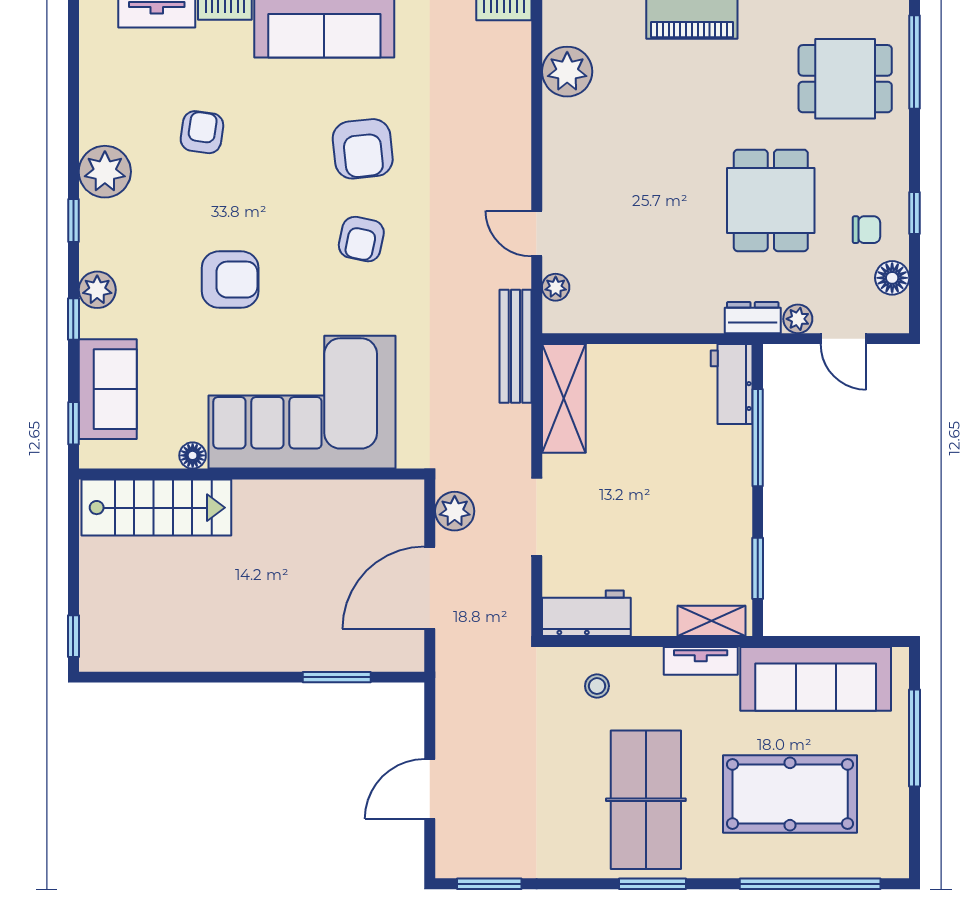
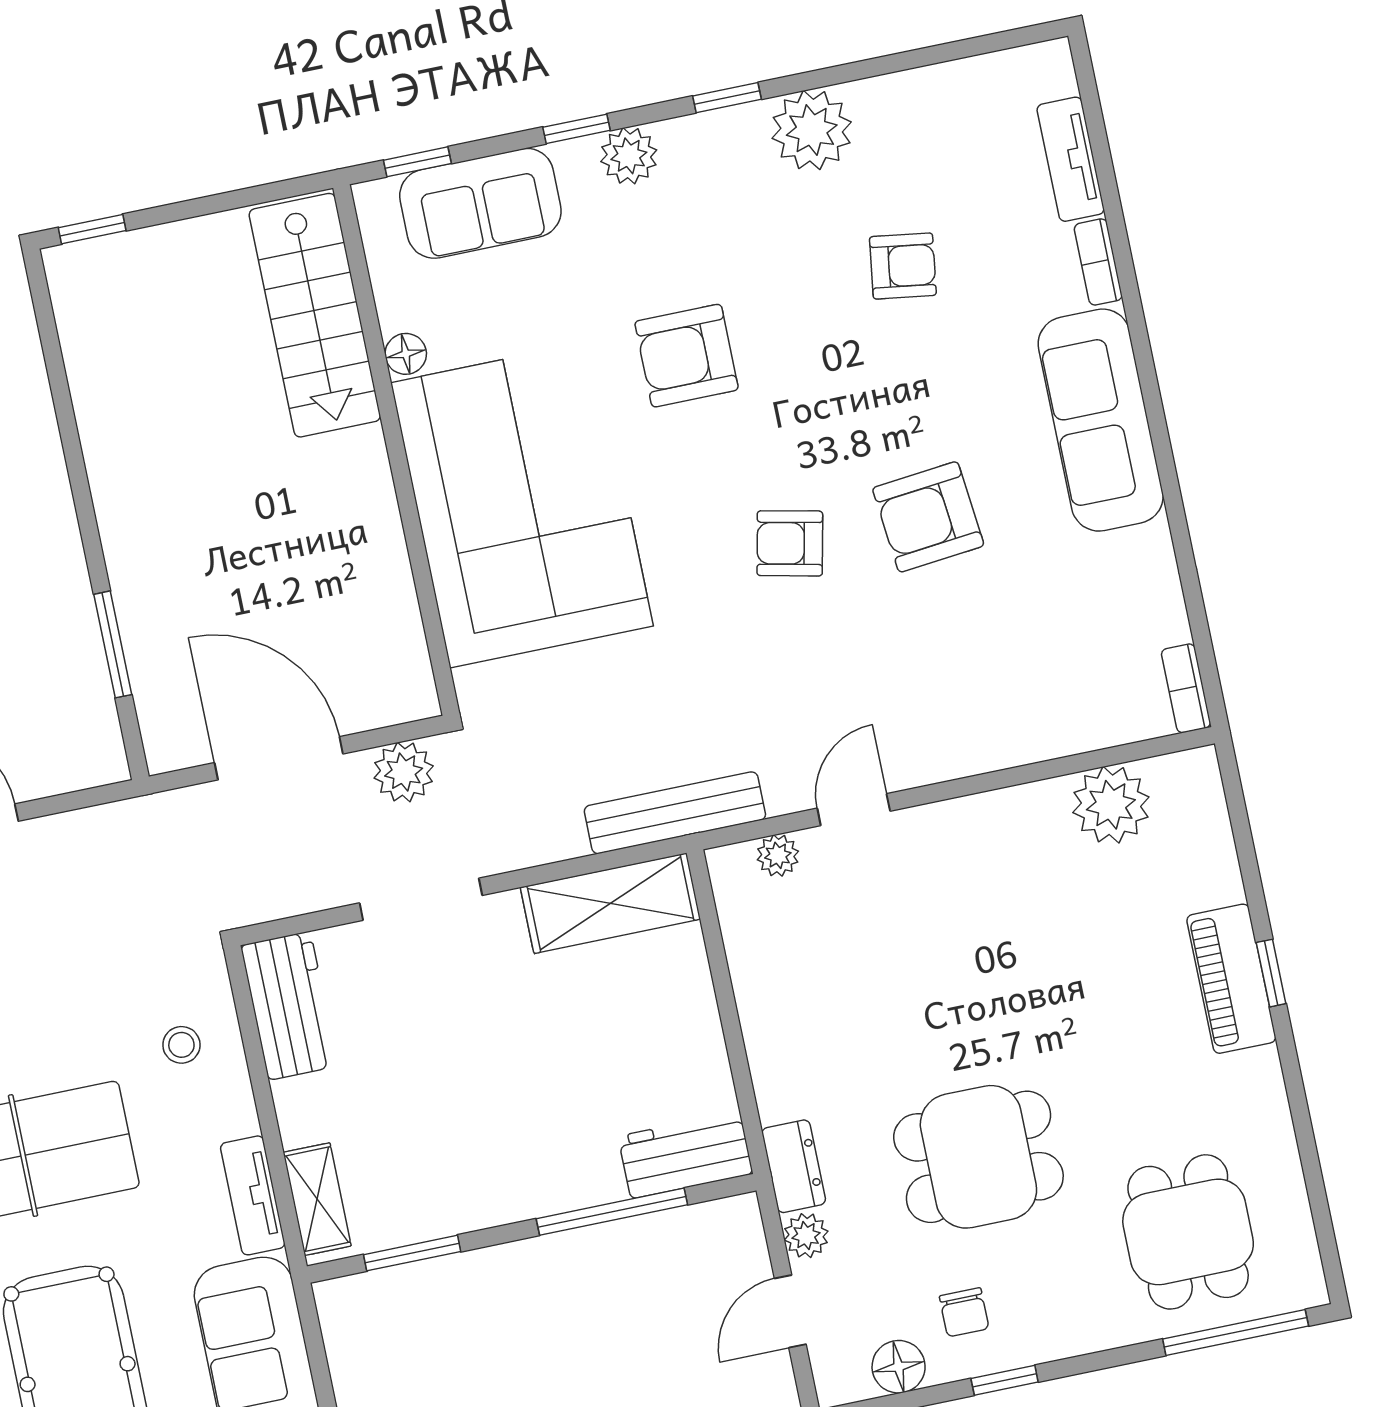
armchair: (230, 280) -> (687, 356), turned 90

